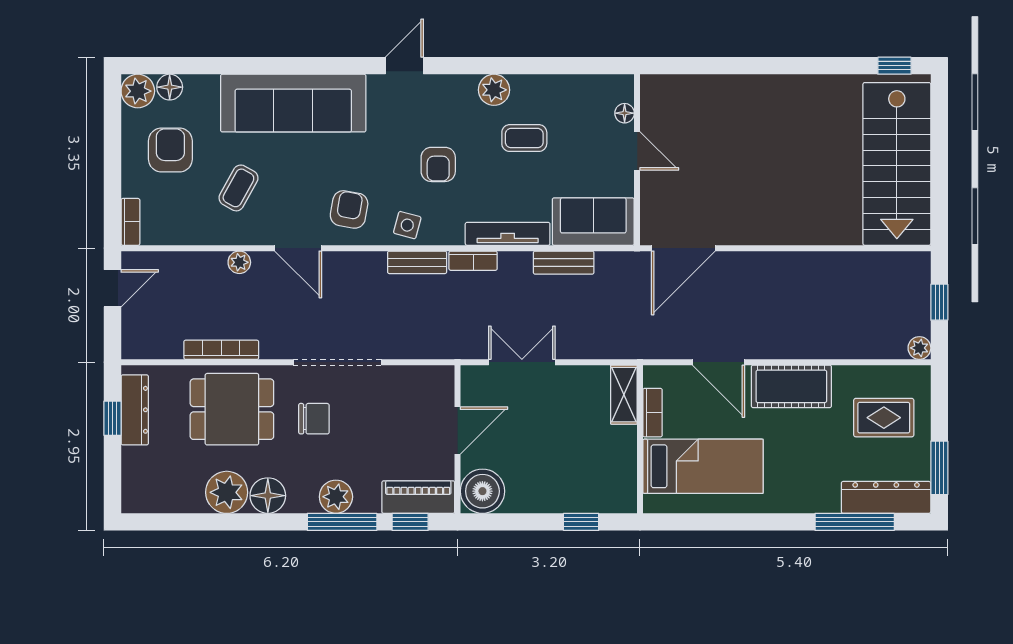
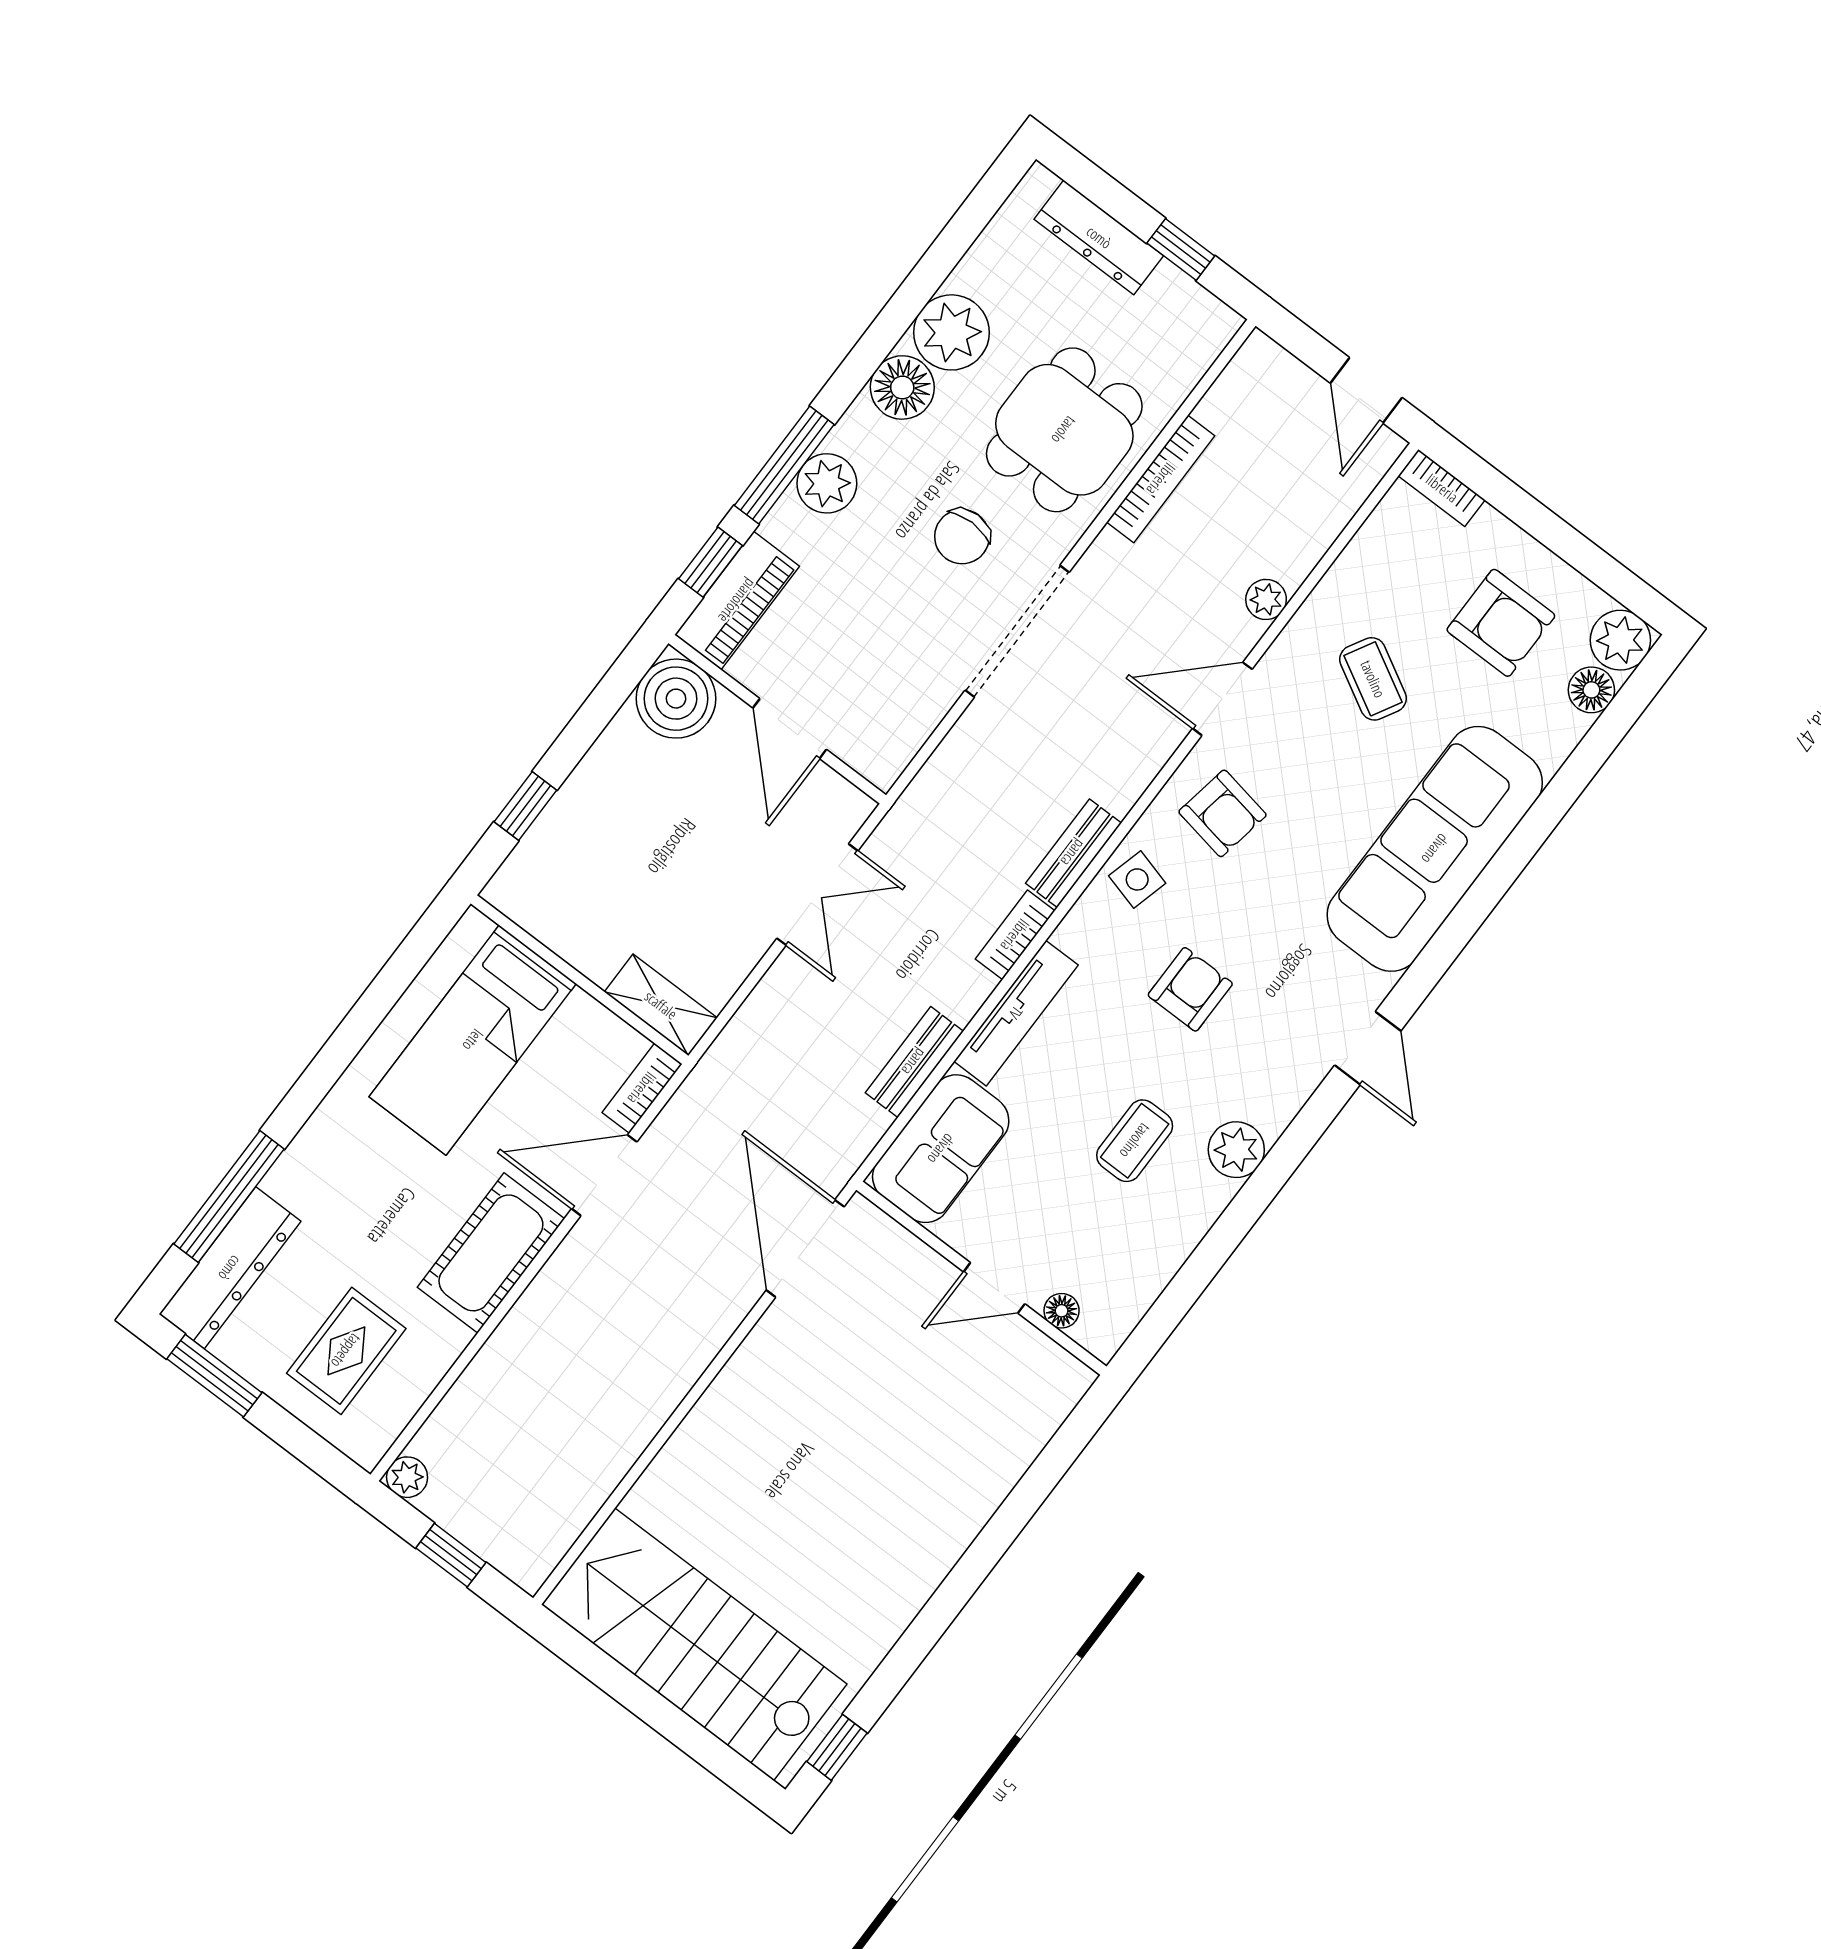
armchair: (438, 164) -> (1190, 989), turned 90
dresser: (135, 410) -> (1099, 237), moved
bookcase: (653, 413) -> (642, 1088), moved, turned 90

